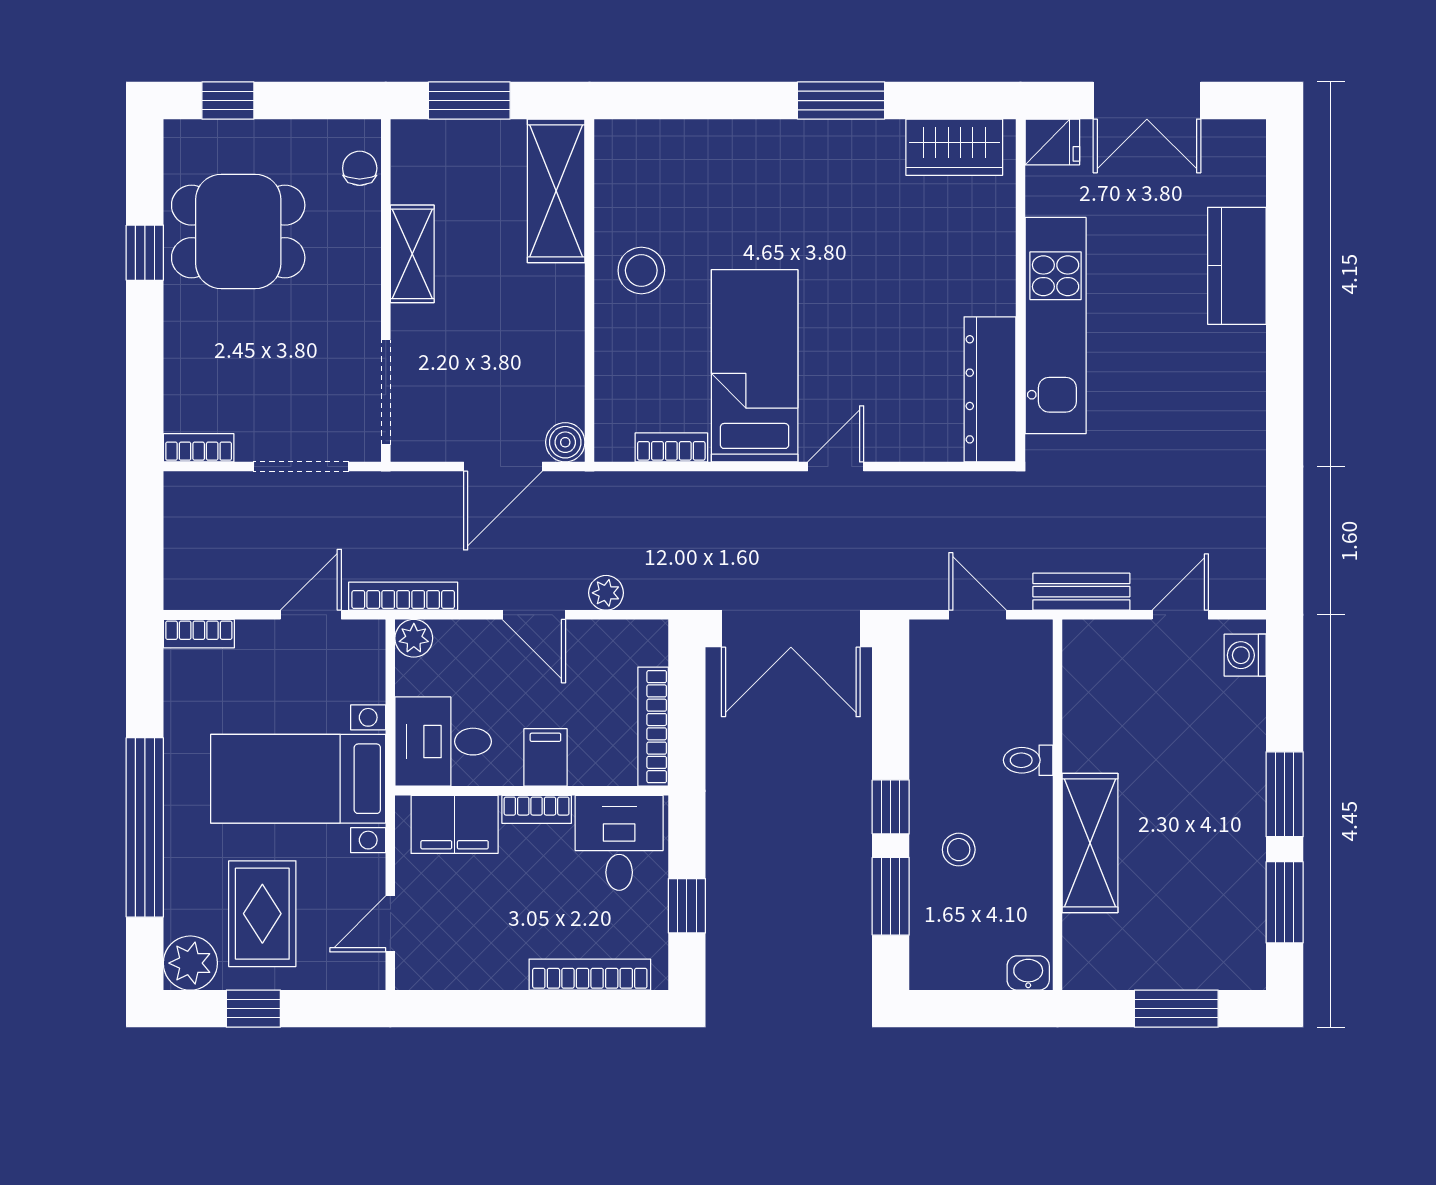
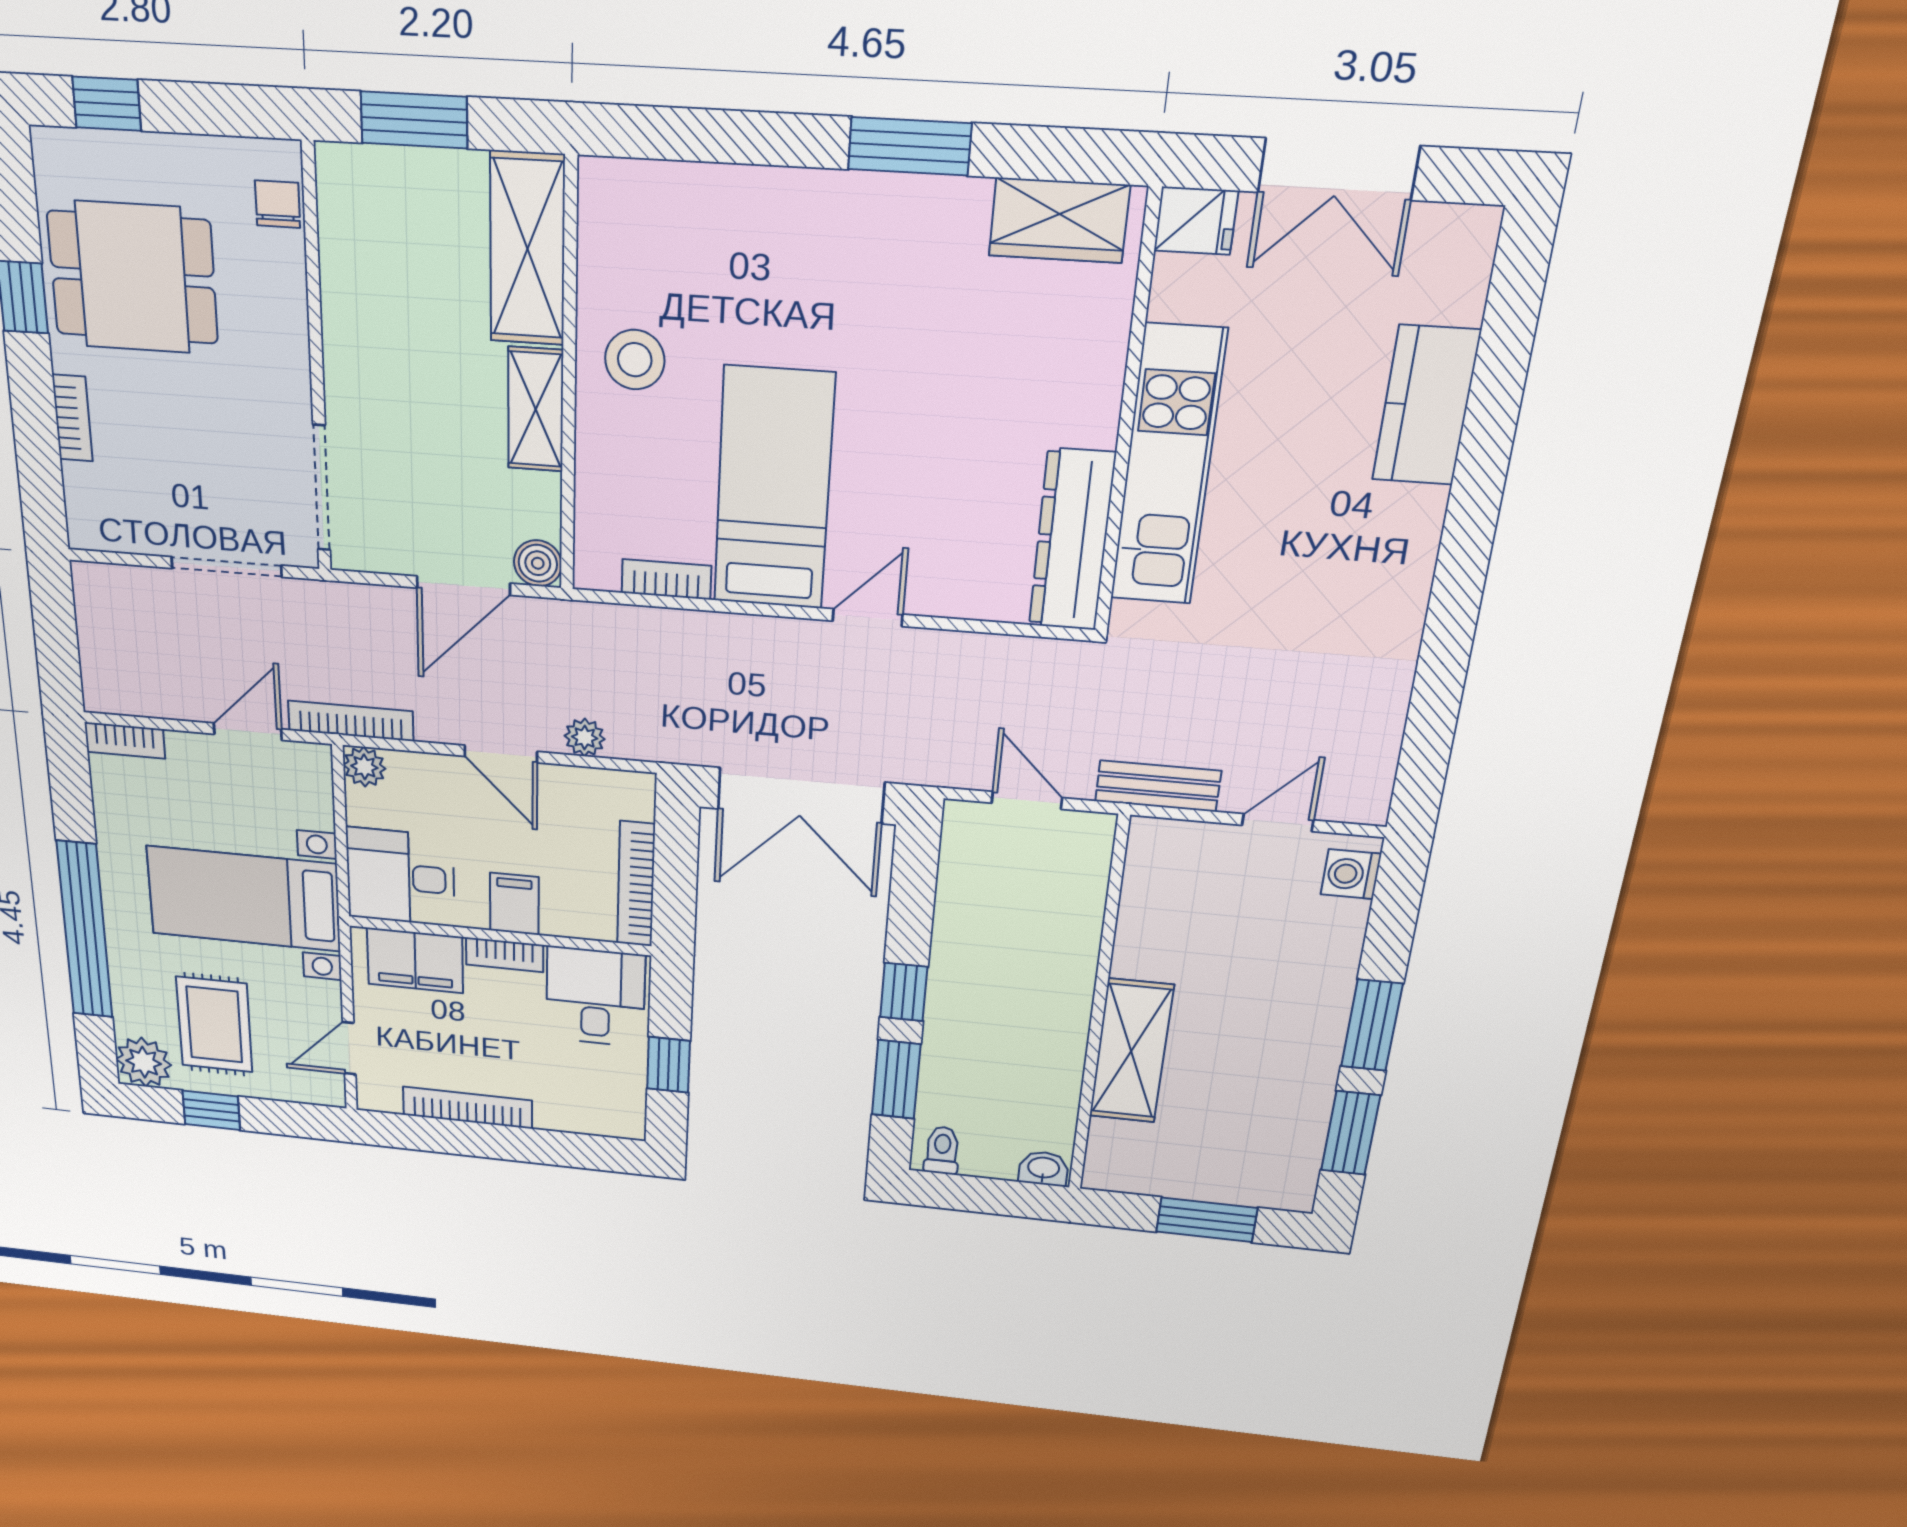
shelving: (412, 254) -> (536, 409), moved
bookcase: (199, 448) -> (72, 418), moved, turned 90
toilet: (1028, 760) -> (942, 1150), moved, turned 90
stool: (959, 850) -> (978, 1042), removed
bookcase: (590, 975) -> (467, 1108), moved

